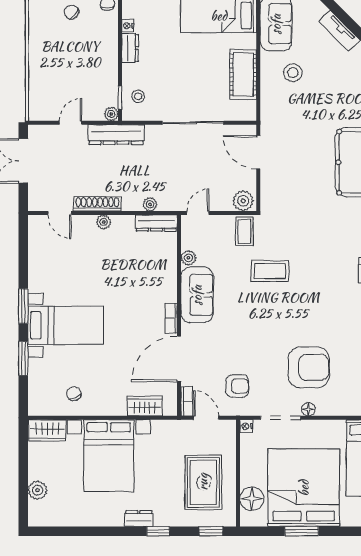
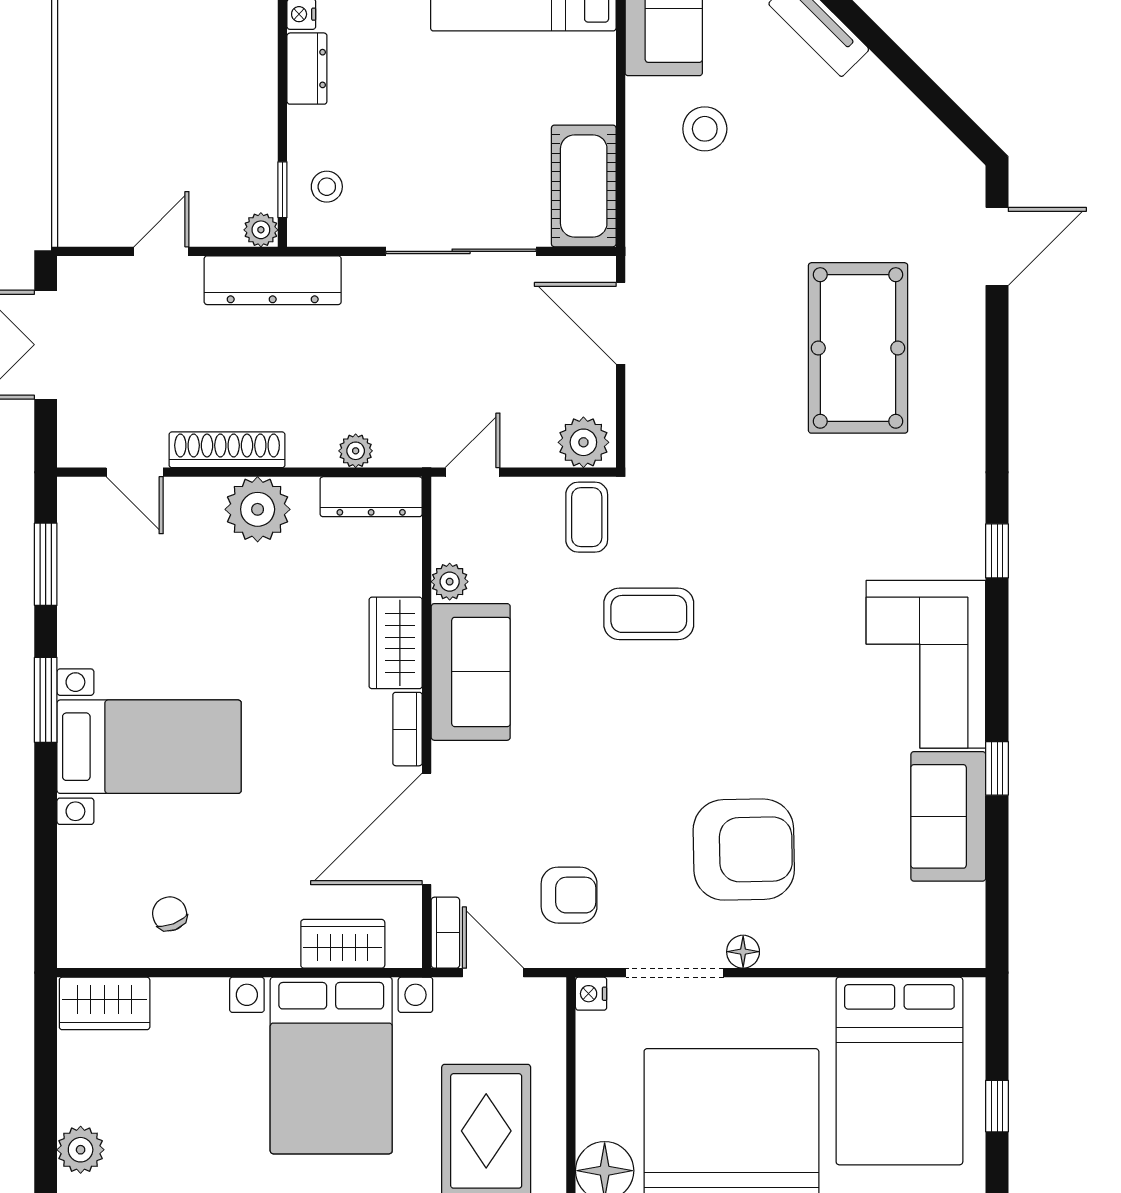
cot: (243, 75) -> (584, 186), moved
plant: (104, 222) -> (258, 509), width x1.88, depth x1.88
wardrobe: (166, 283) -> (396, 643), added
window: (23, 358) -> (46, 564), moved
bed with nightstands: (109, 456) -> (331, 1065), moved

